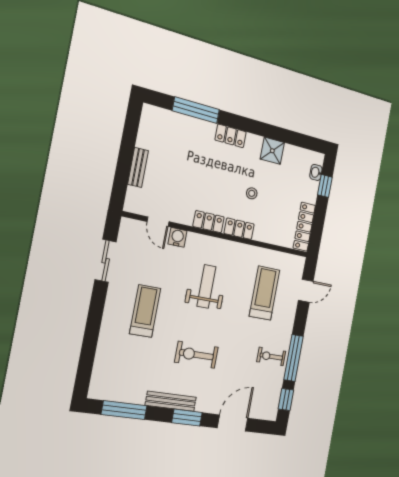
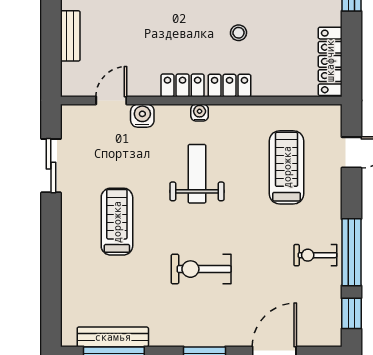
door: (158, 222) -> (111, 100), swing flipped
water cooler: (216, 243) -> (200, 113), added
bench: (171, 401) -> (113, 337), moved

